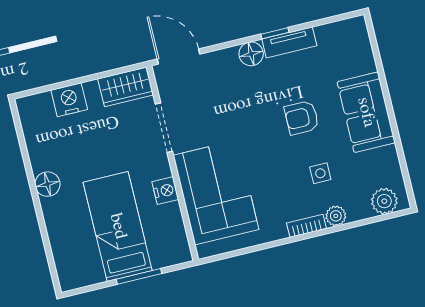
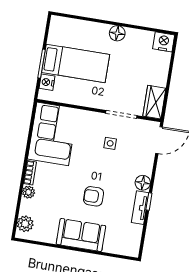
nightstand: (69, 100) -> (164, 42), moved, turned -90
armchair: (302, 118) -> (94, 196), turned -90
side table: (320, 173) -> (110, 143), moved
nightstand: (165, 191) -> (47, 82), moved, turned 90
corner sofa: (216, 192) -> (53, 134), moved, turned -90

